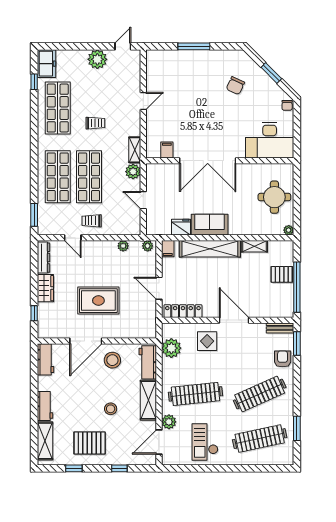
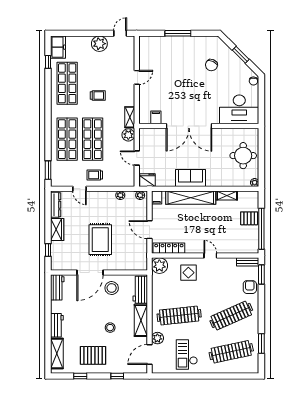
fridge: (181, 227) -> (148, 180), moved
rug: (98, 301) -> (100, 240), turned 90
door: (234, 320) -> (210, 256), width x0.53
plant: (171, 348) -> (159, 266), moved

